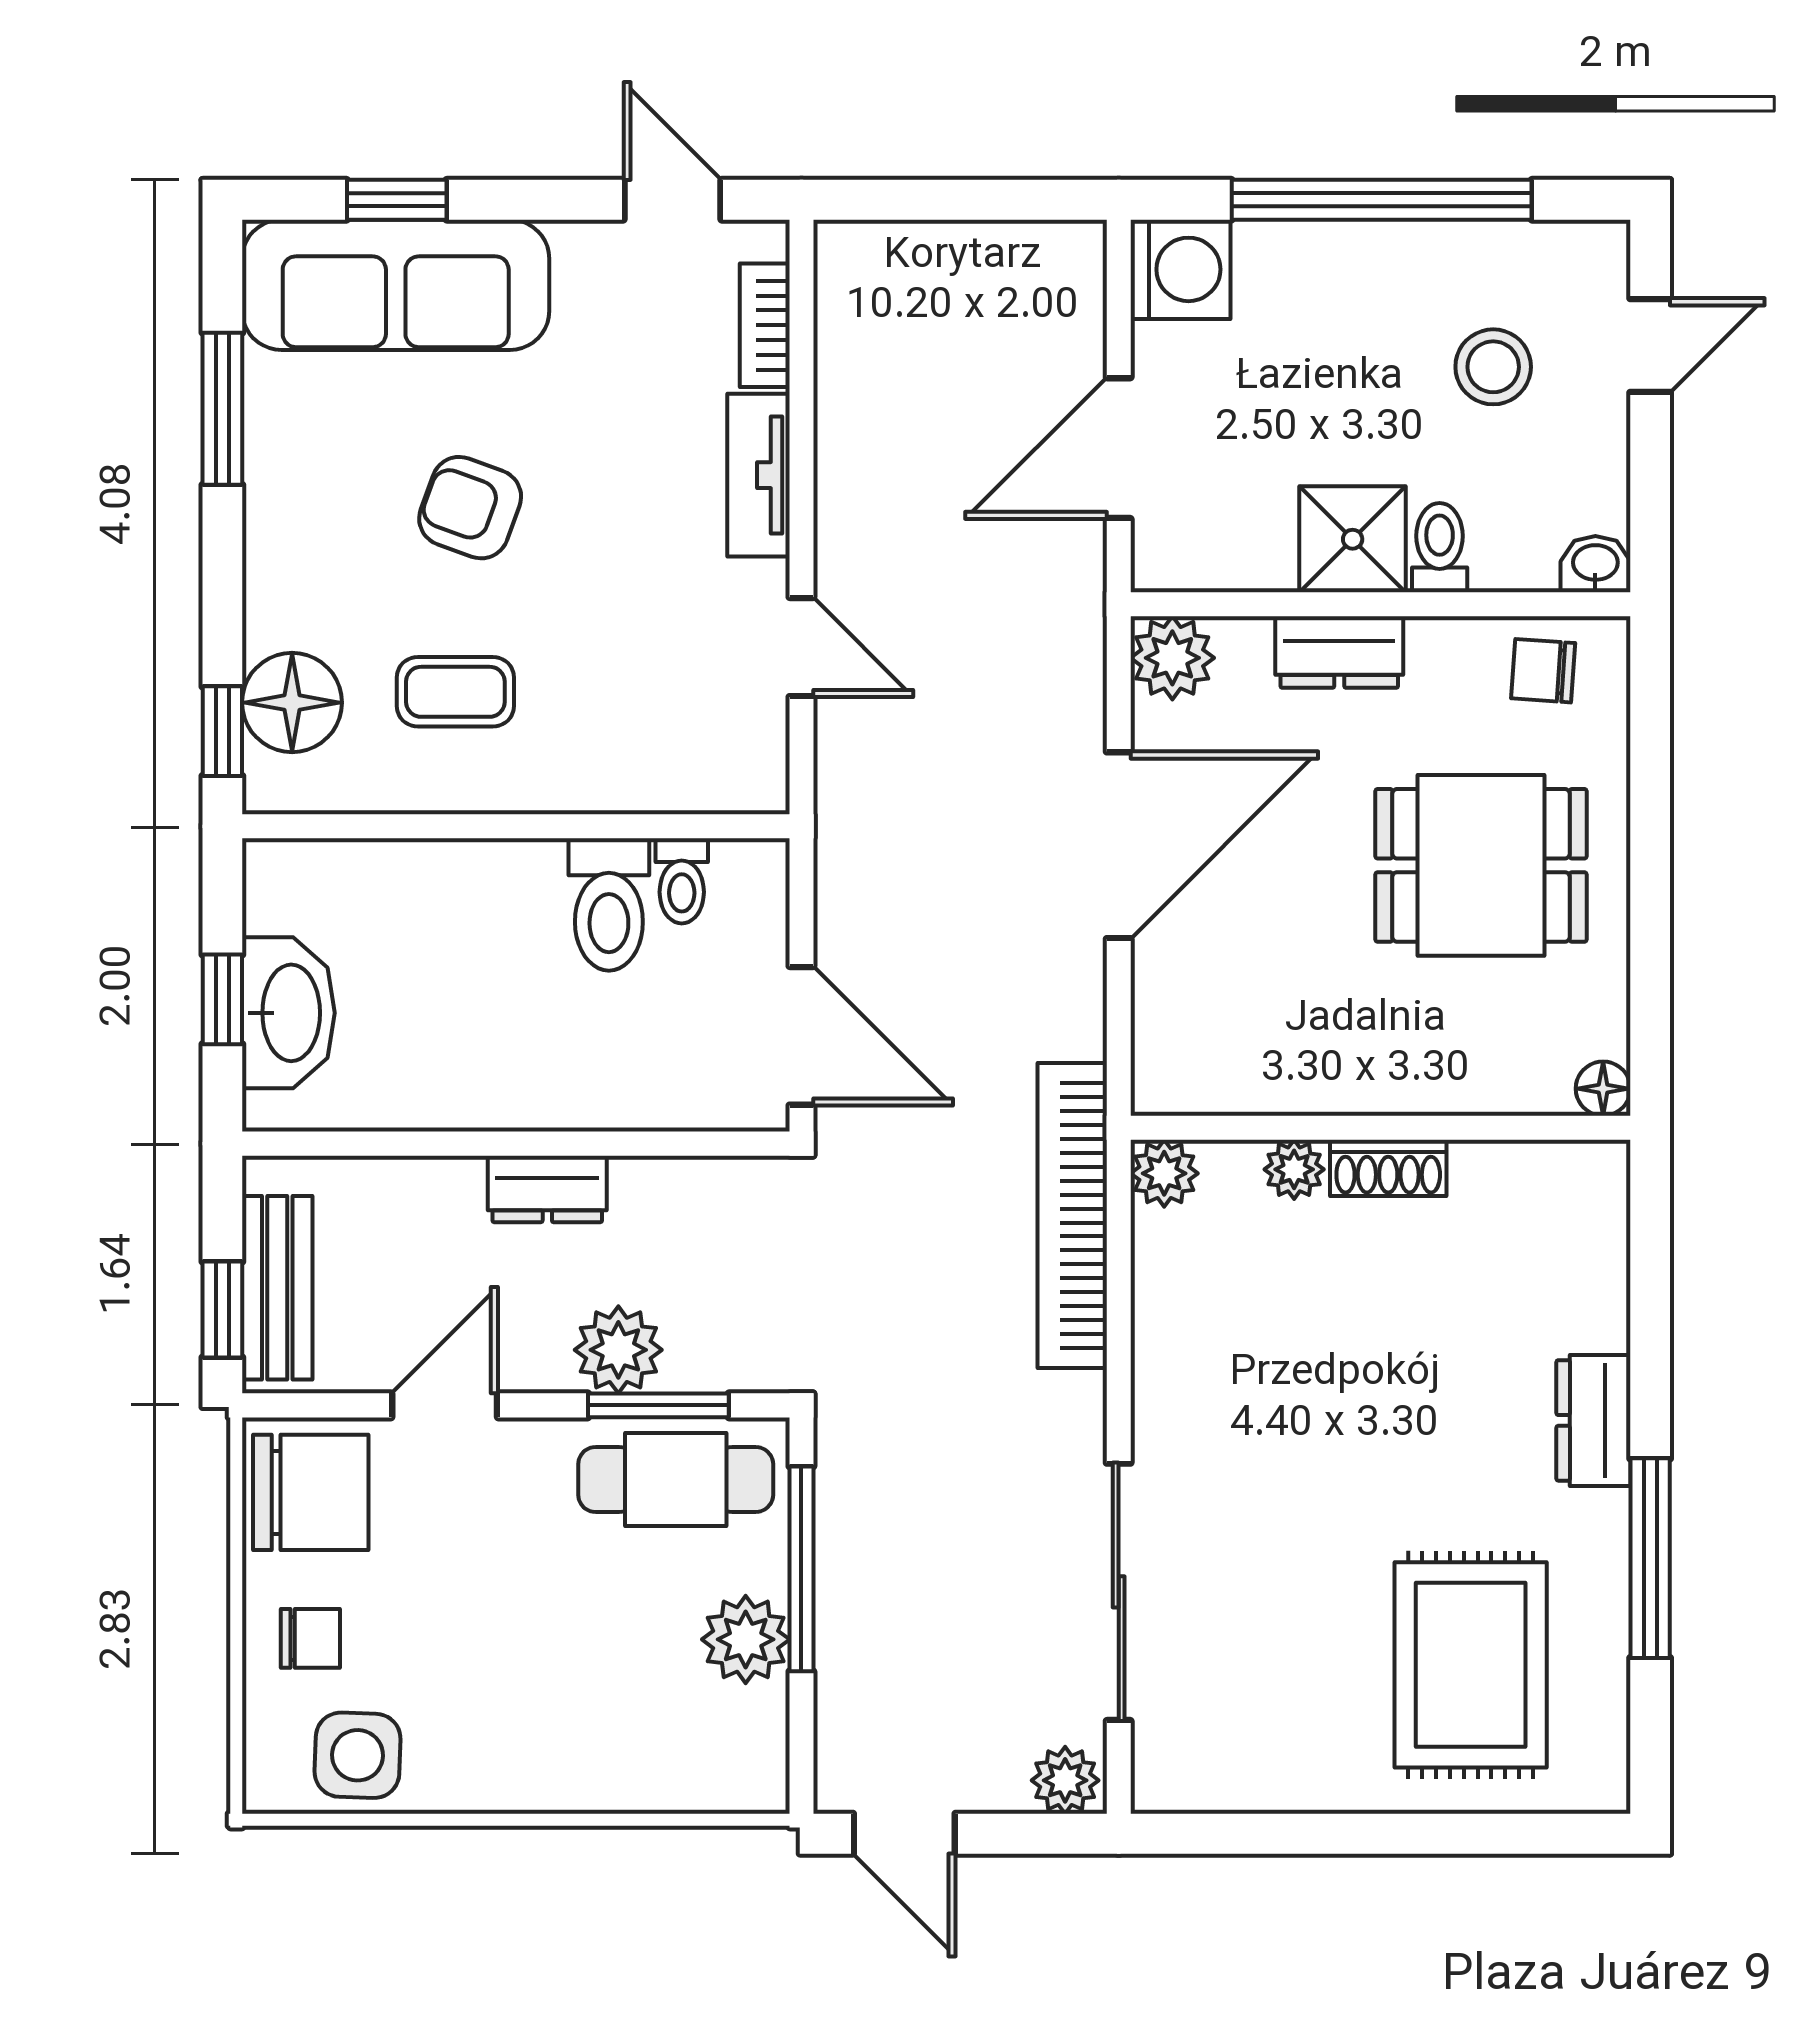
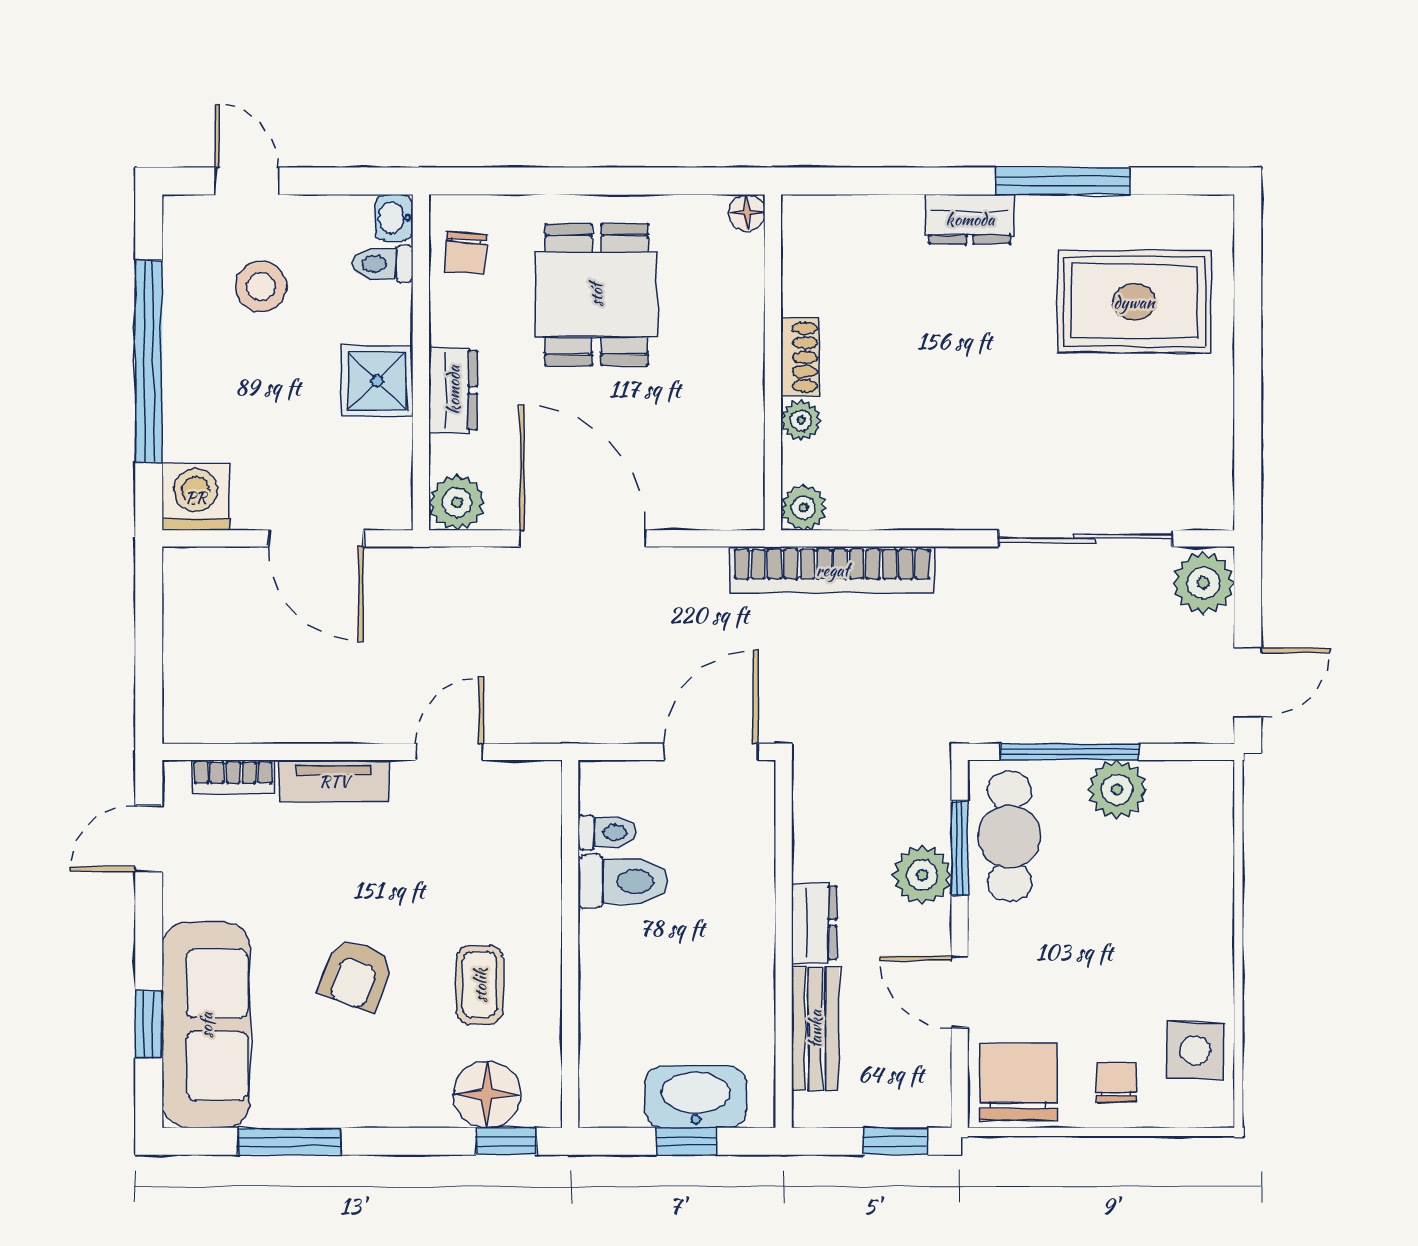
toilet: (1440, 548) -> (383, 264), moved
bench: (277, 1288) -> (815, 1029), moved, turned 90
plant: (1065, 1780) -> (1203, 583), width x1.38, depth x1.38

